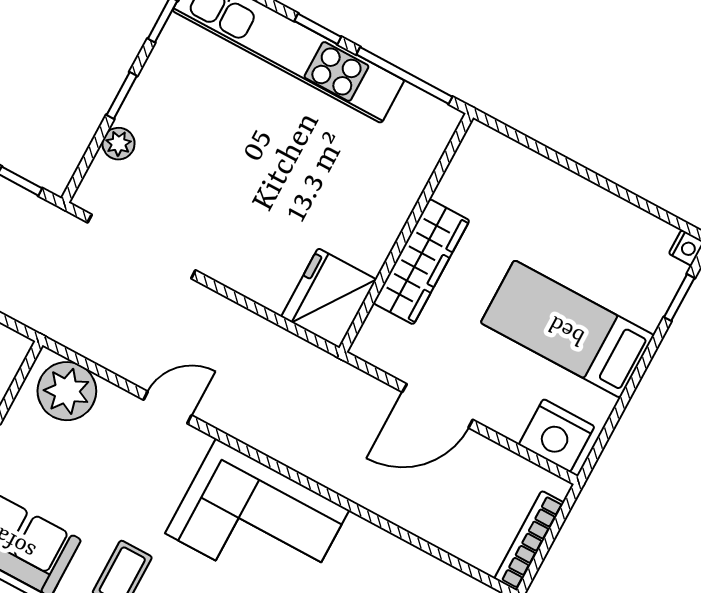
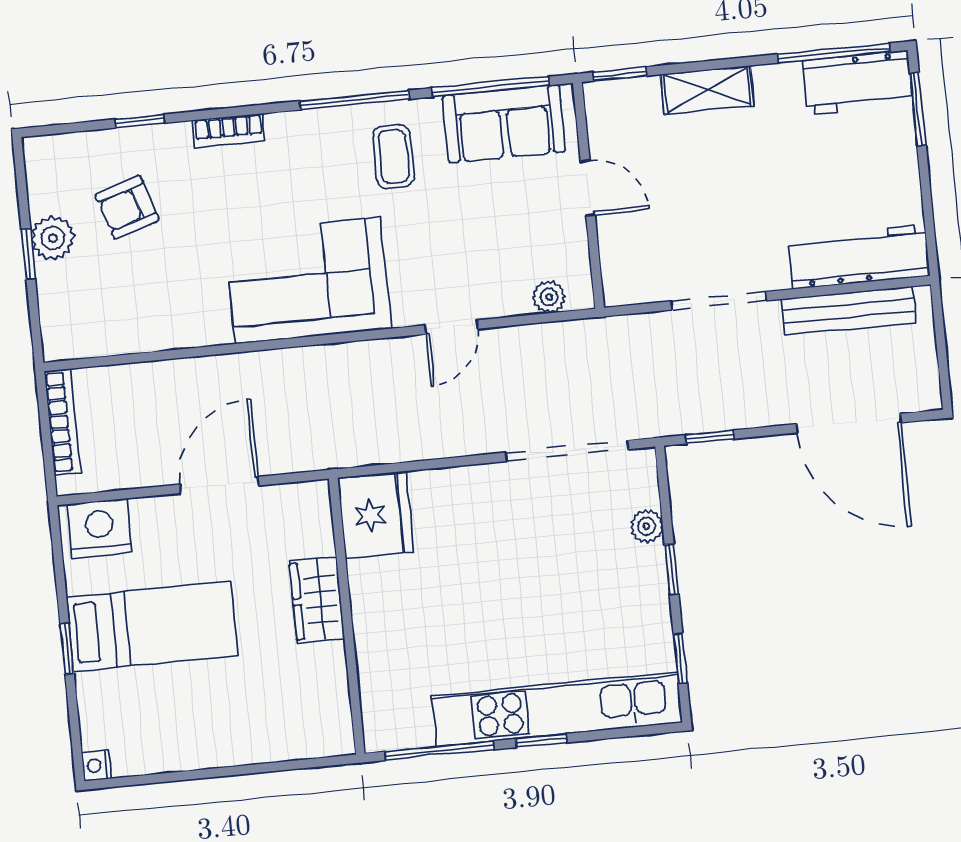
wardrobe: (421, 262) -> (317, 600), width x0.67
window: (679, 298) -> (67, 649), moved
plant: (67, 391) -> (549, 297), width x0.53, depth x0.53

